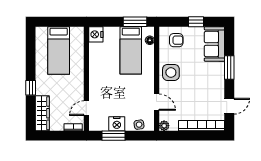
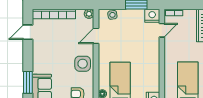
window: (229, 67) -> (28, 82), moved
door: (157, 102) -> (96, 36), hinge flipped
nightstand: (117, 124) -> (152, 16), moved

